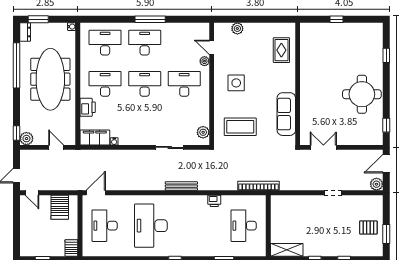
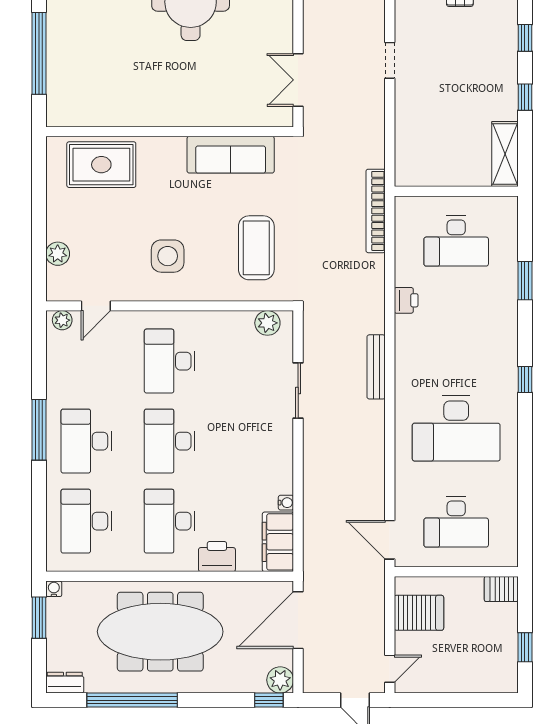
window: (38, 19) -> (39, 618), moved
window: (336, 19) -> (39, 53), width x3.17
rug: (281, 50) -> (101, 165), width x1.36, depth x1.43
plant: (204, 61) -> (62, 320), moved
door: (56, 147) -> (298, 620), width x1.87

